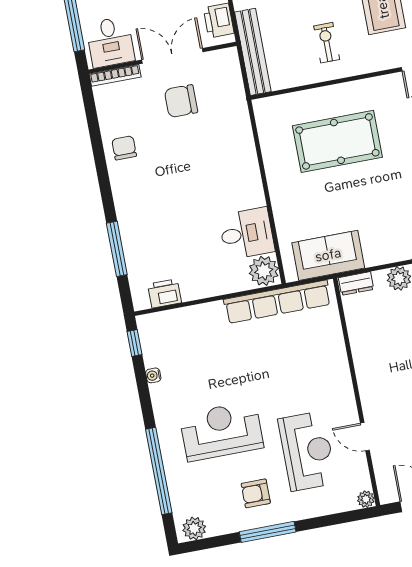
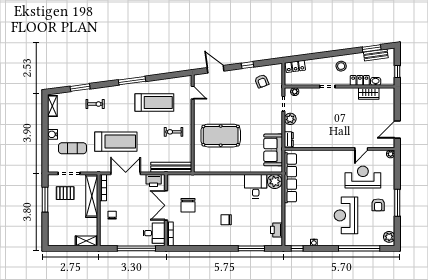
pool table: (337, 141) -> (221, 136), turned 90
chair: (124, 148) -> (226, 220), moved

